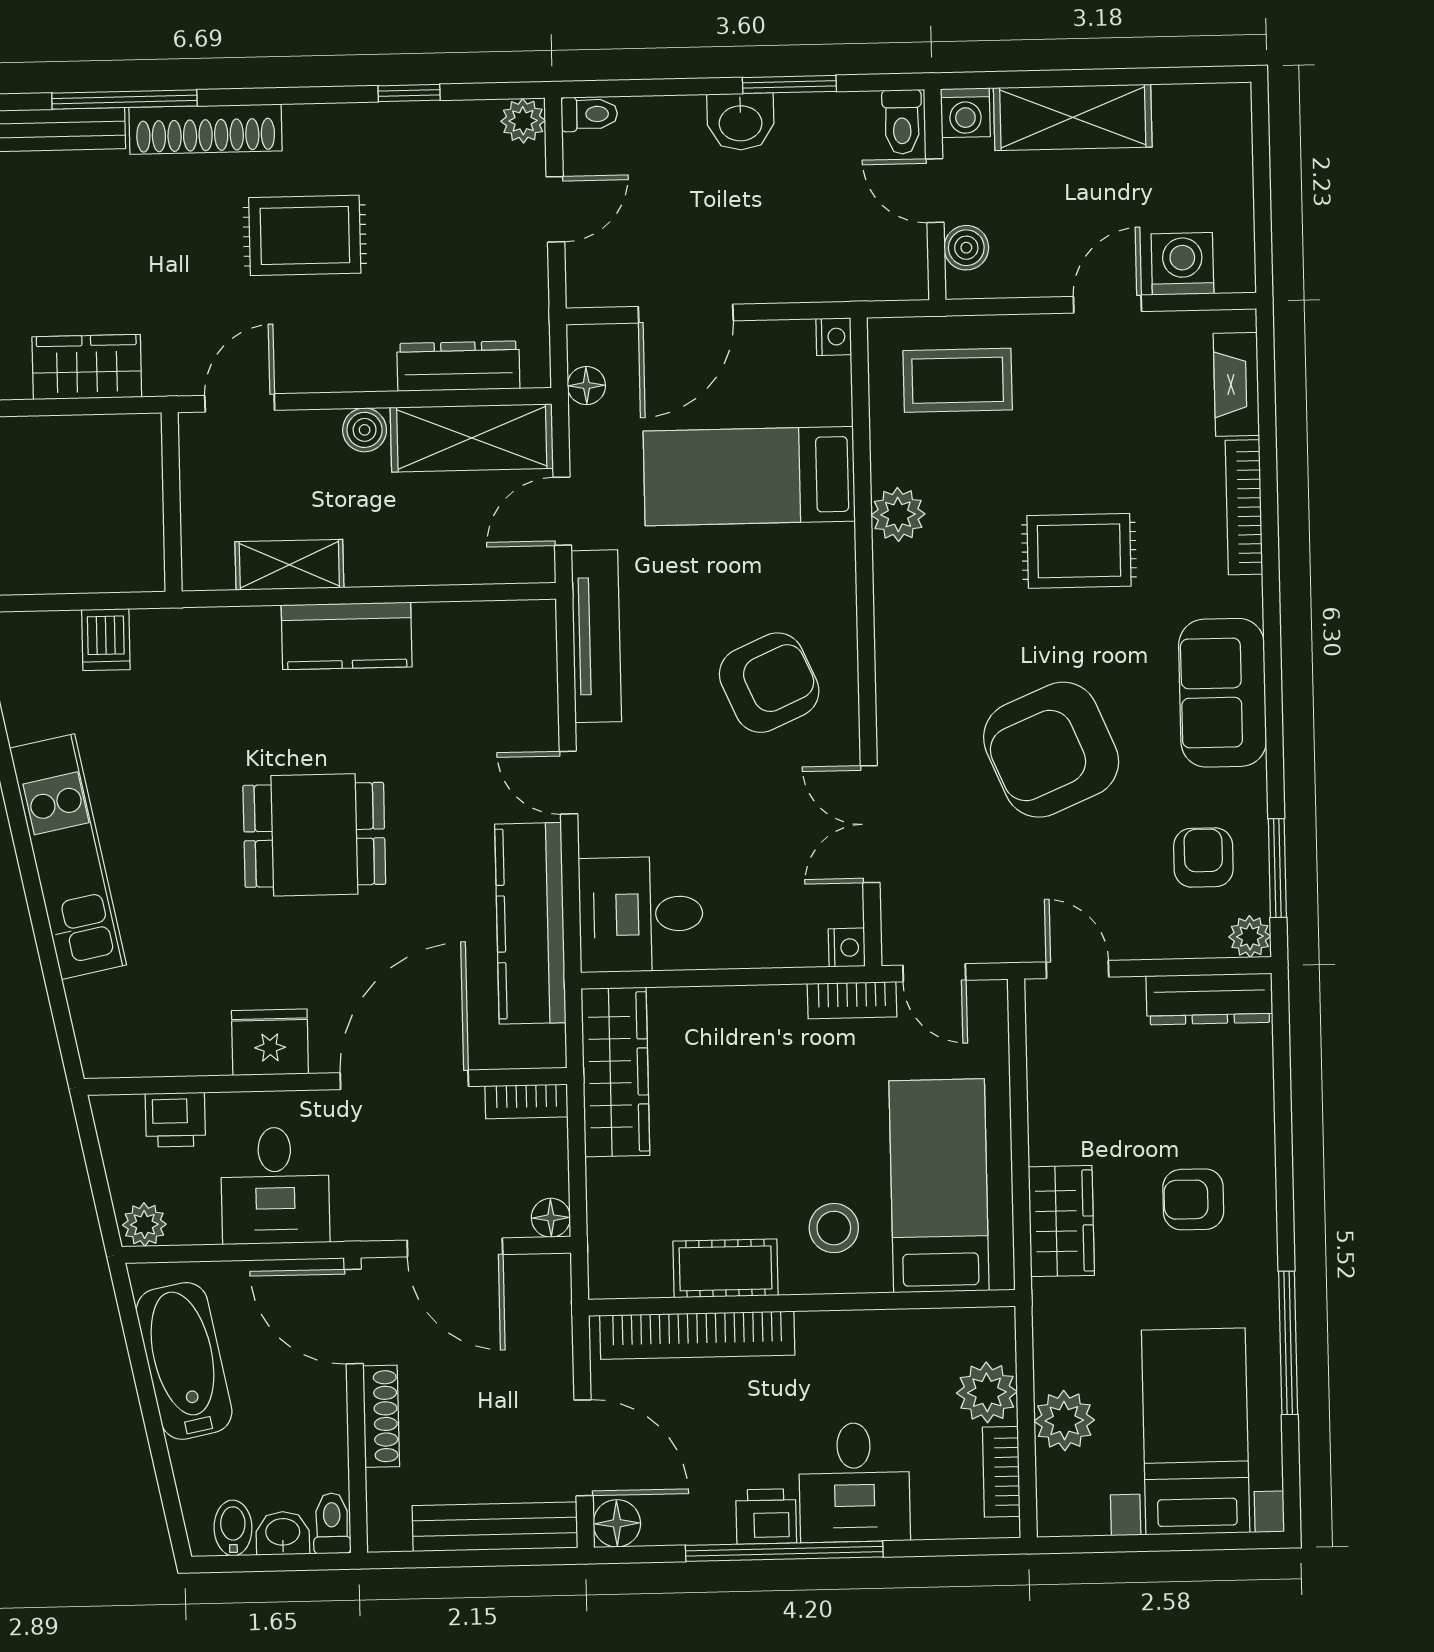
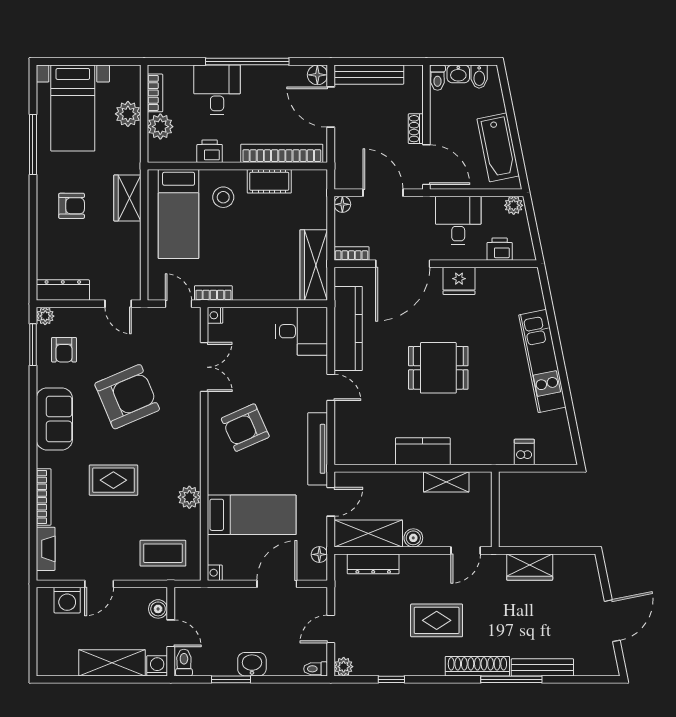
shoe rack: (381, 1416) -> (416, 129), width x0.70
printer: (766, 1516) -> (210, 151), moved, turned 180

